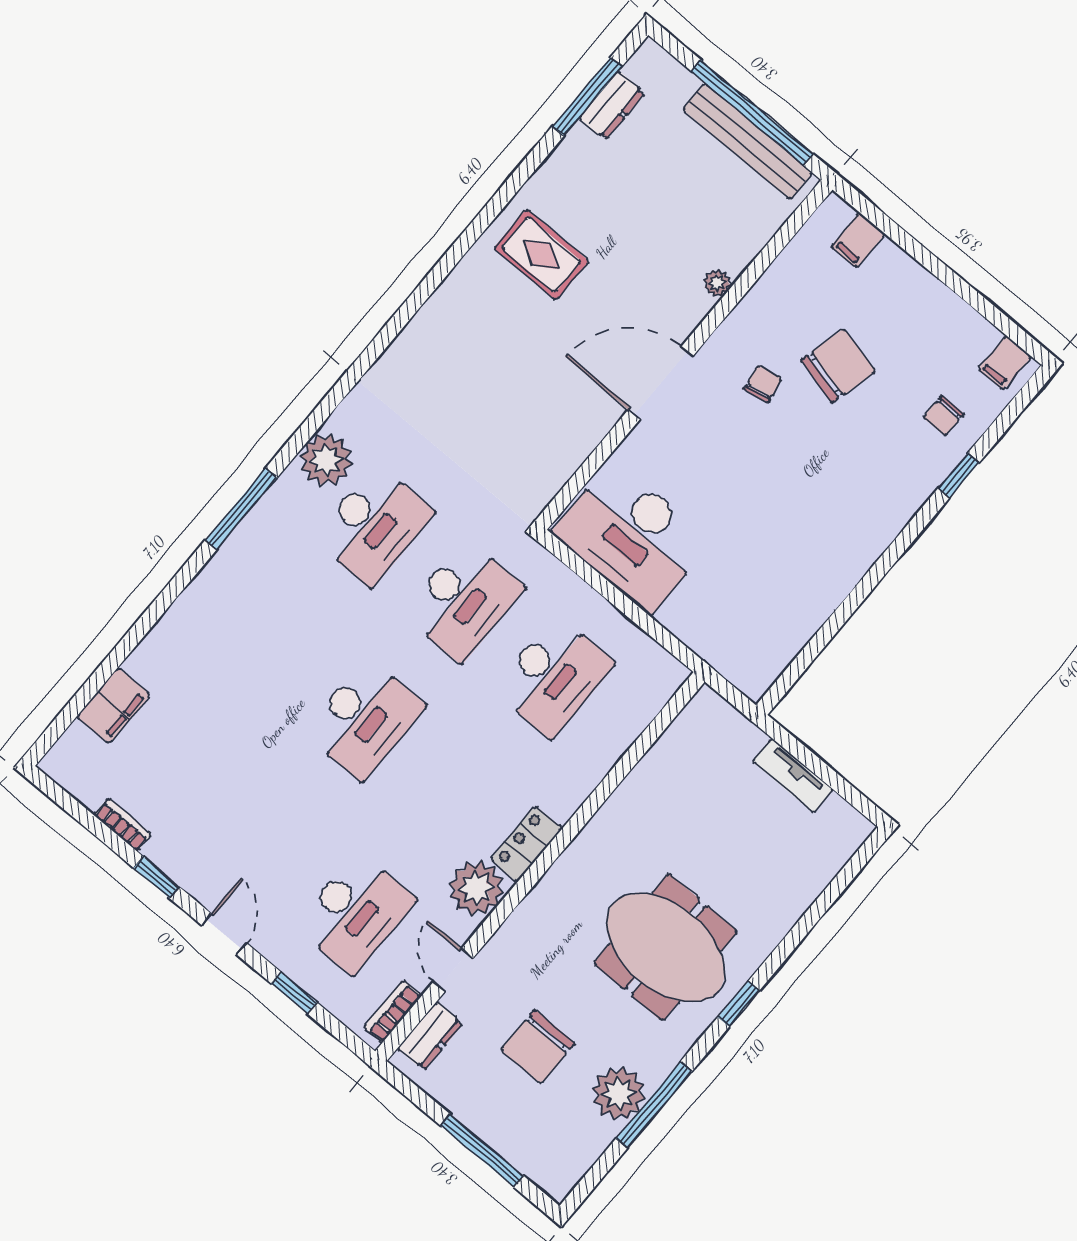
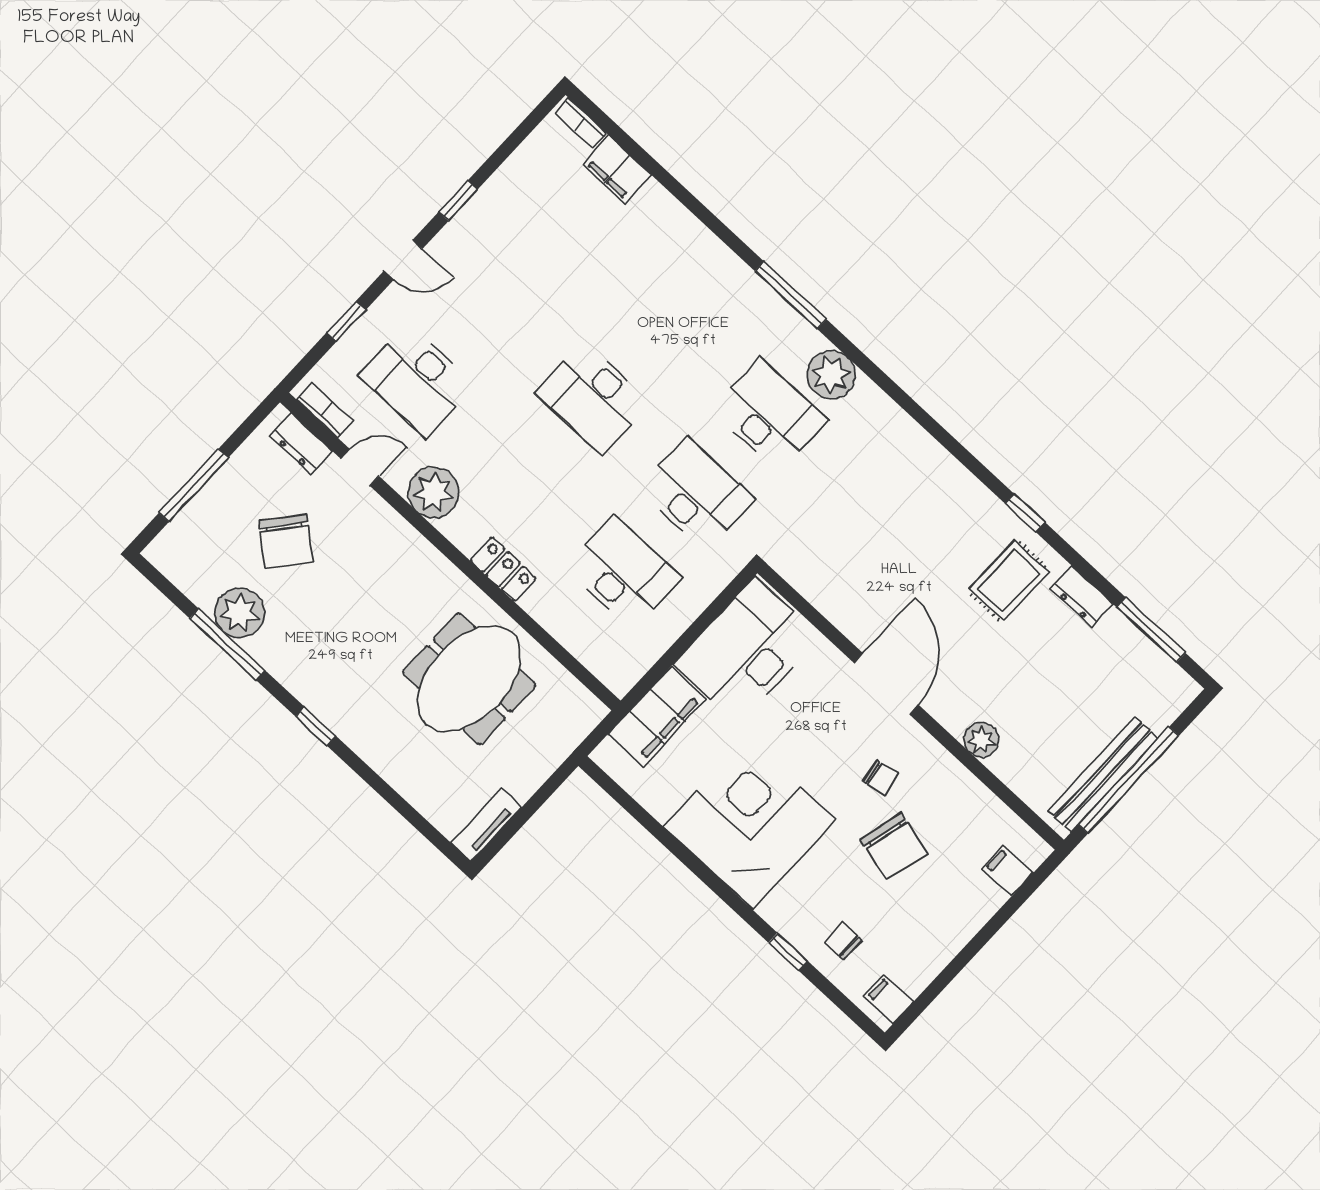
dresser: (612, 105) -> (1082, 597), moved
window: (466, 241) -> (1025, 513), added
plant: (717, 283) -> (981, 740), width x1.38, depth x1.38
corner desk: (821, 524) -> (750, 823), added
desk: (374, 525) -> (770, 415), turned 180
desk: (464, 601) -> (696, 494), turned 180
filing cabinet: (709, 631) -> (657, 716), added
desk: (554, 676) -> (623, 573), turned 180
tv unit: (793, 775) -> (486, 825), moved
bookcase: (123, 825) -> (581, 123), moved, turned 90
locker: (526, 844) -> (503, 569), moved
meeting table: (666, 947) -> (469, 679), moved
chair: (538, 1047) -> (286, 541), turned -140

